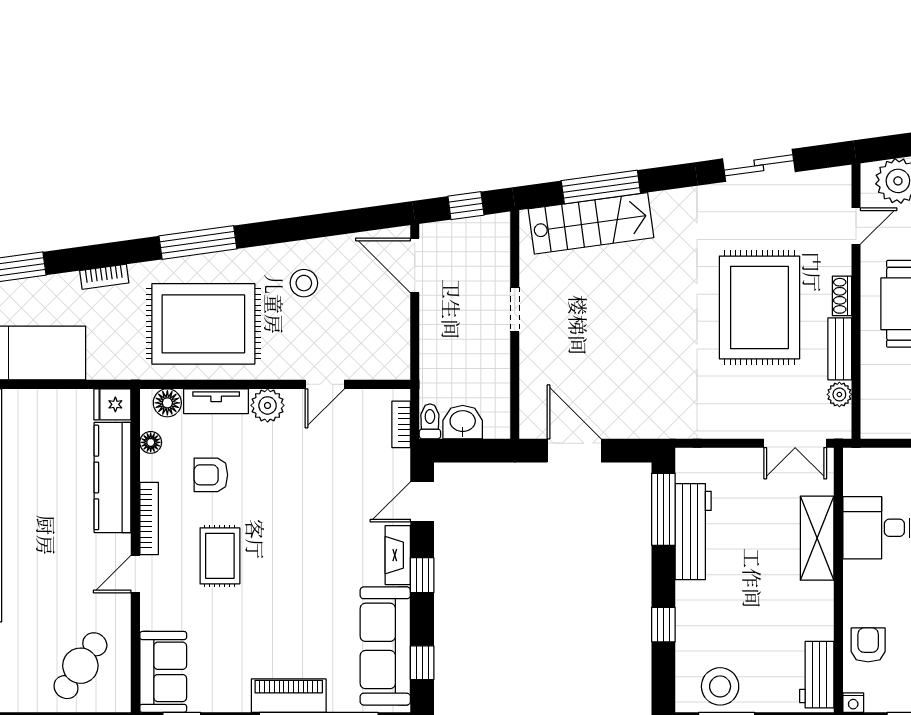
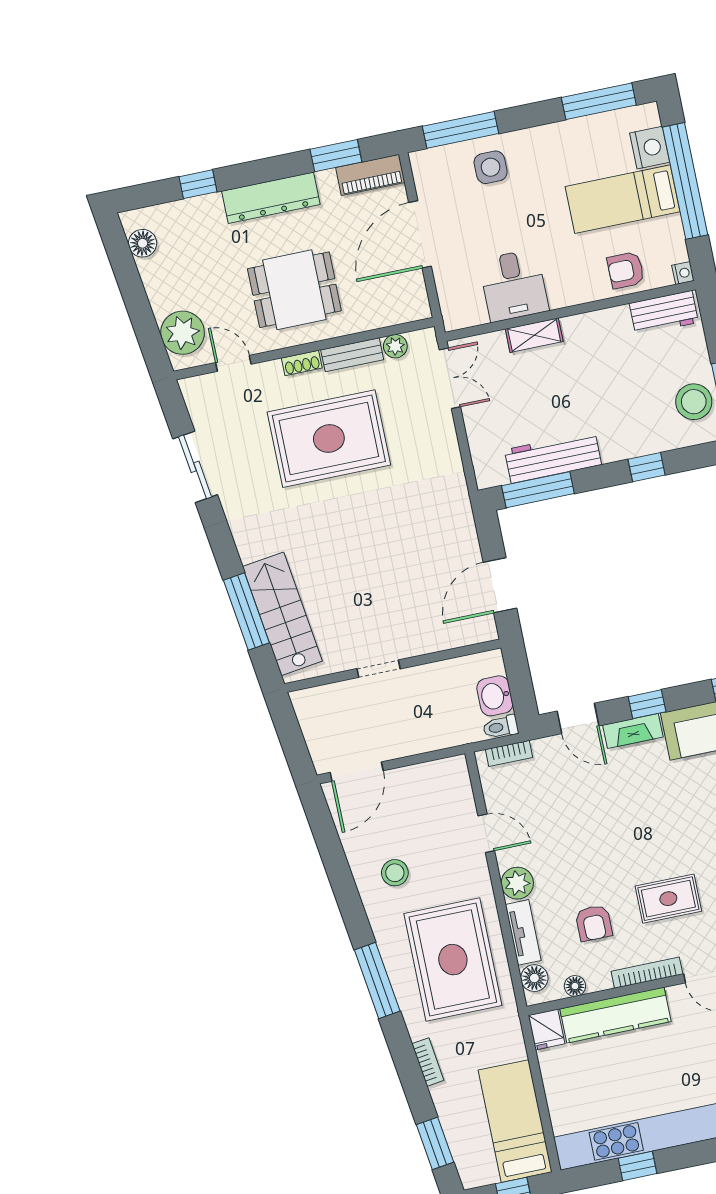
window: (466, 206) -> (290, 735), removed
shelving: (817, 538) -> (534, 335), width x0.67, depth x0.75

